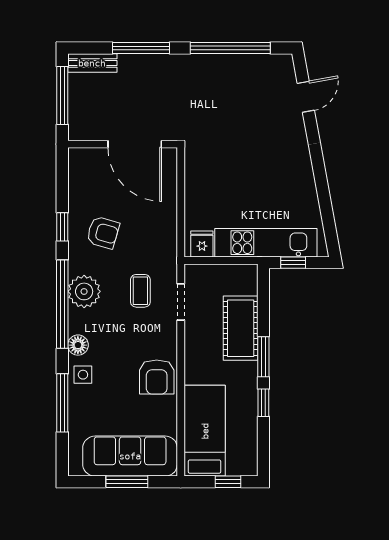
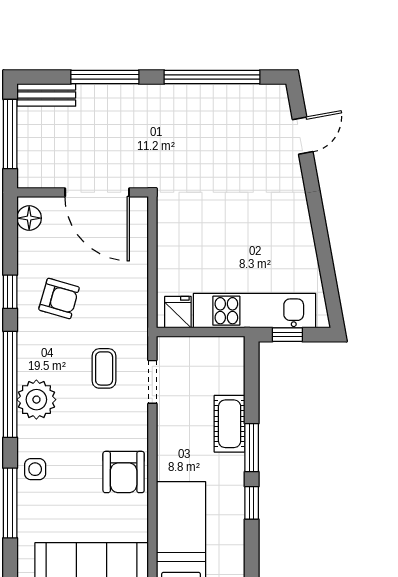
plant: (84, 291) -> (36, 400), moved
cot: (241, 328) -> (230, 424), width x0.73, depth x0.75
floor lamp: (78, 345) -> (29, 218), moved

